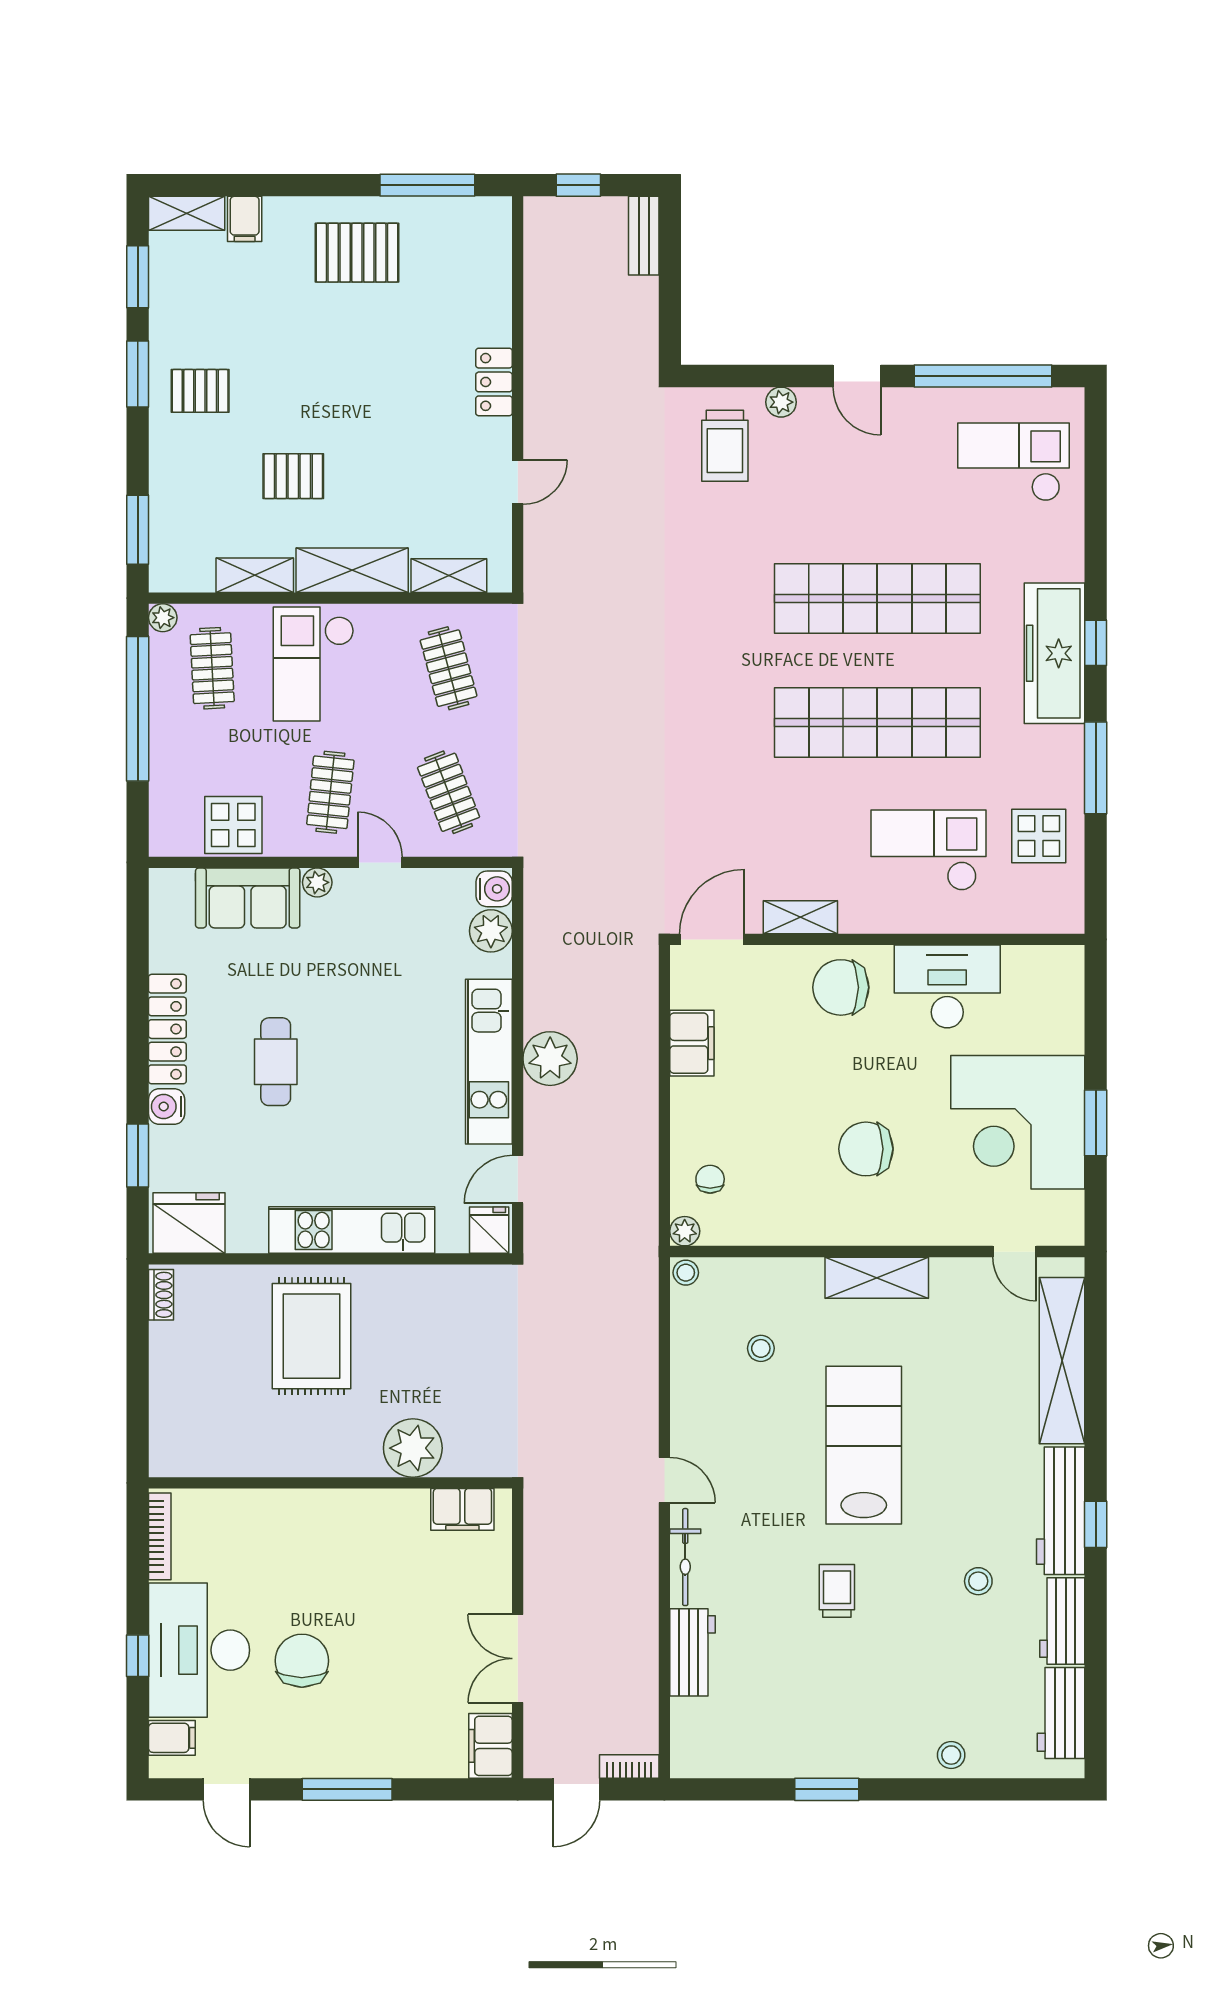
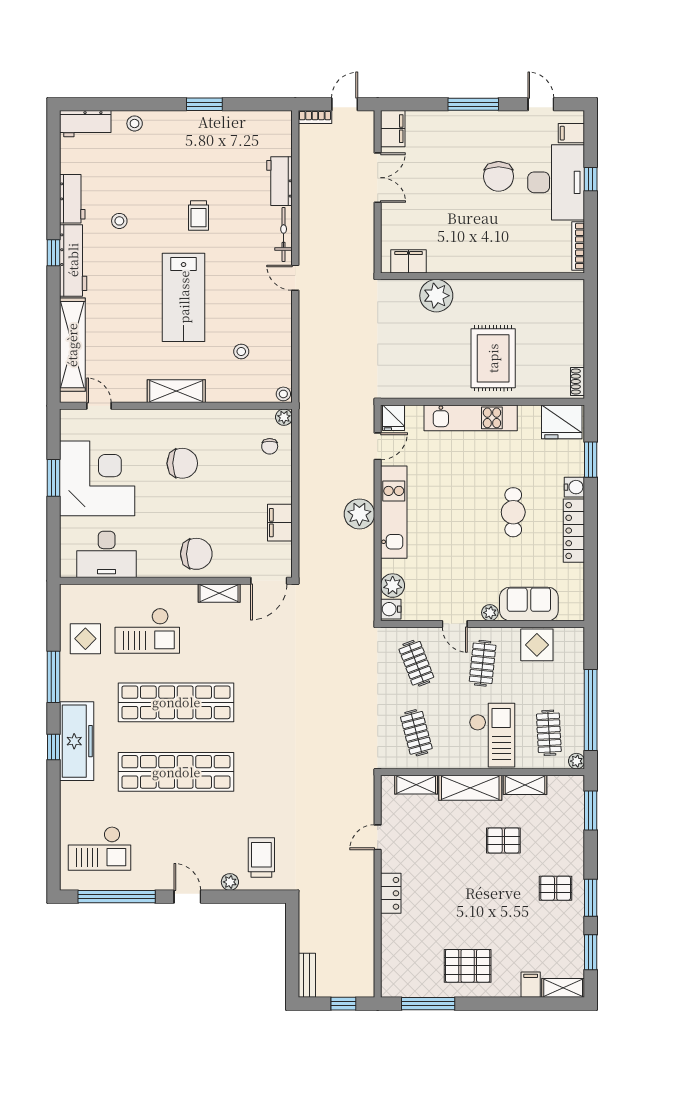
desk: (947, 986) -> (107, 554), moved
workbench: (1061, 1713) -> (85, 124), moved, turned 90

